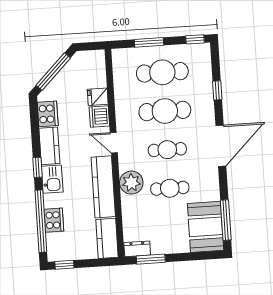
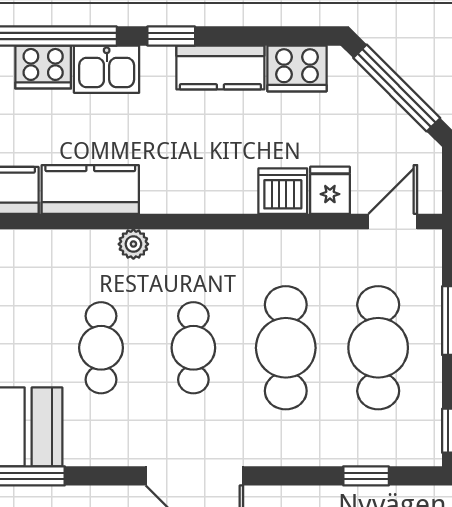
window: (217, 90) -> (366, 476), moved
door: (114, 143) -> (393, 222), moved
kitchen sink: (52, 179) -> (107, 69), moved
plant: (131, 183) -> (133, 244), width x0.53, depth x0.53
kitchen counter: (103, 187) -> (90, 190), width x0.67

